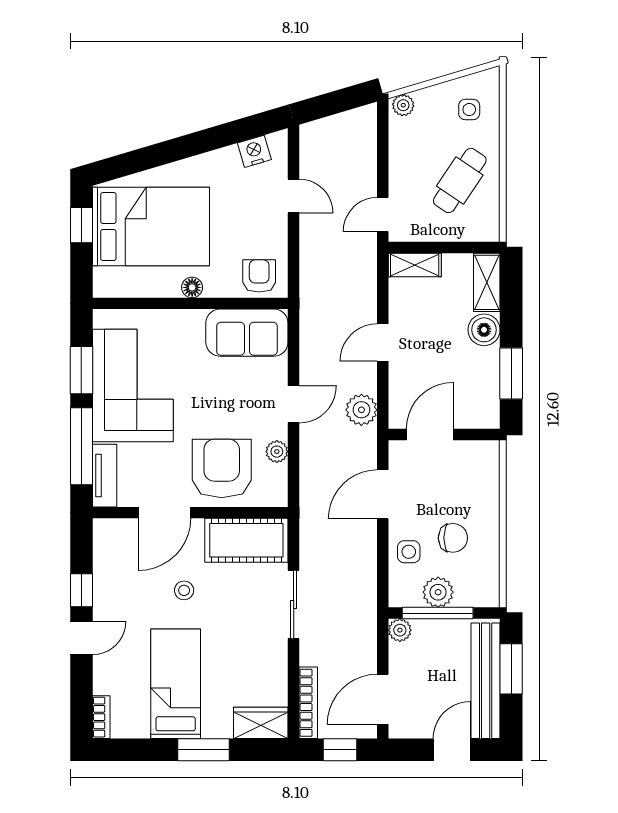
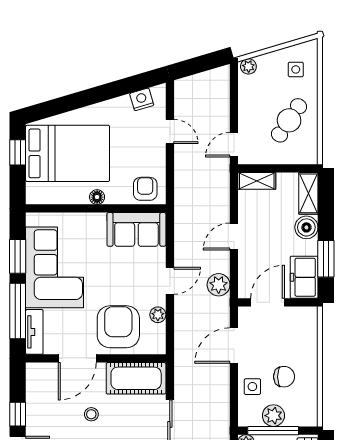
freezer: (481, 399) -> (304, 277), added

